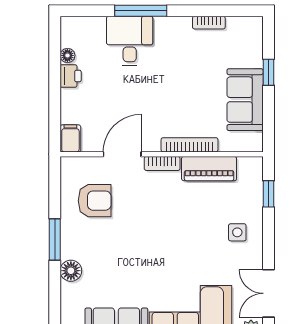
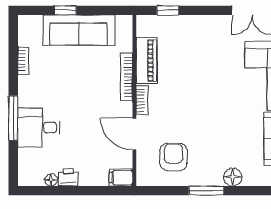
sofa: (245, 100) -> (79, 30), width x1.36
side table: (237, 232) -> (200, 37), removed

